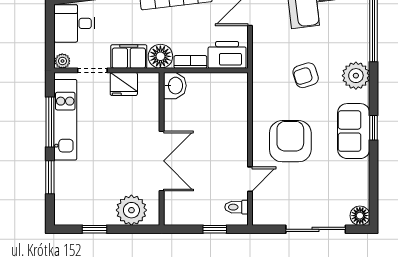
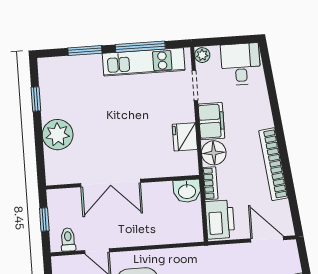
fridge: (124, 84) -> (185, 137), moved
washbasin: (175, 86) -> (187, 191), moved
wall: (162, 149) -> (123, 182), moved
double door: (162, 161) -> (111, 183), moved

